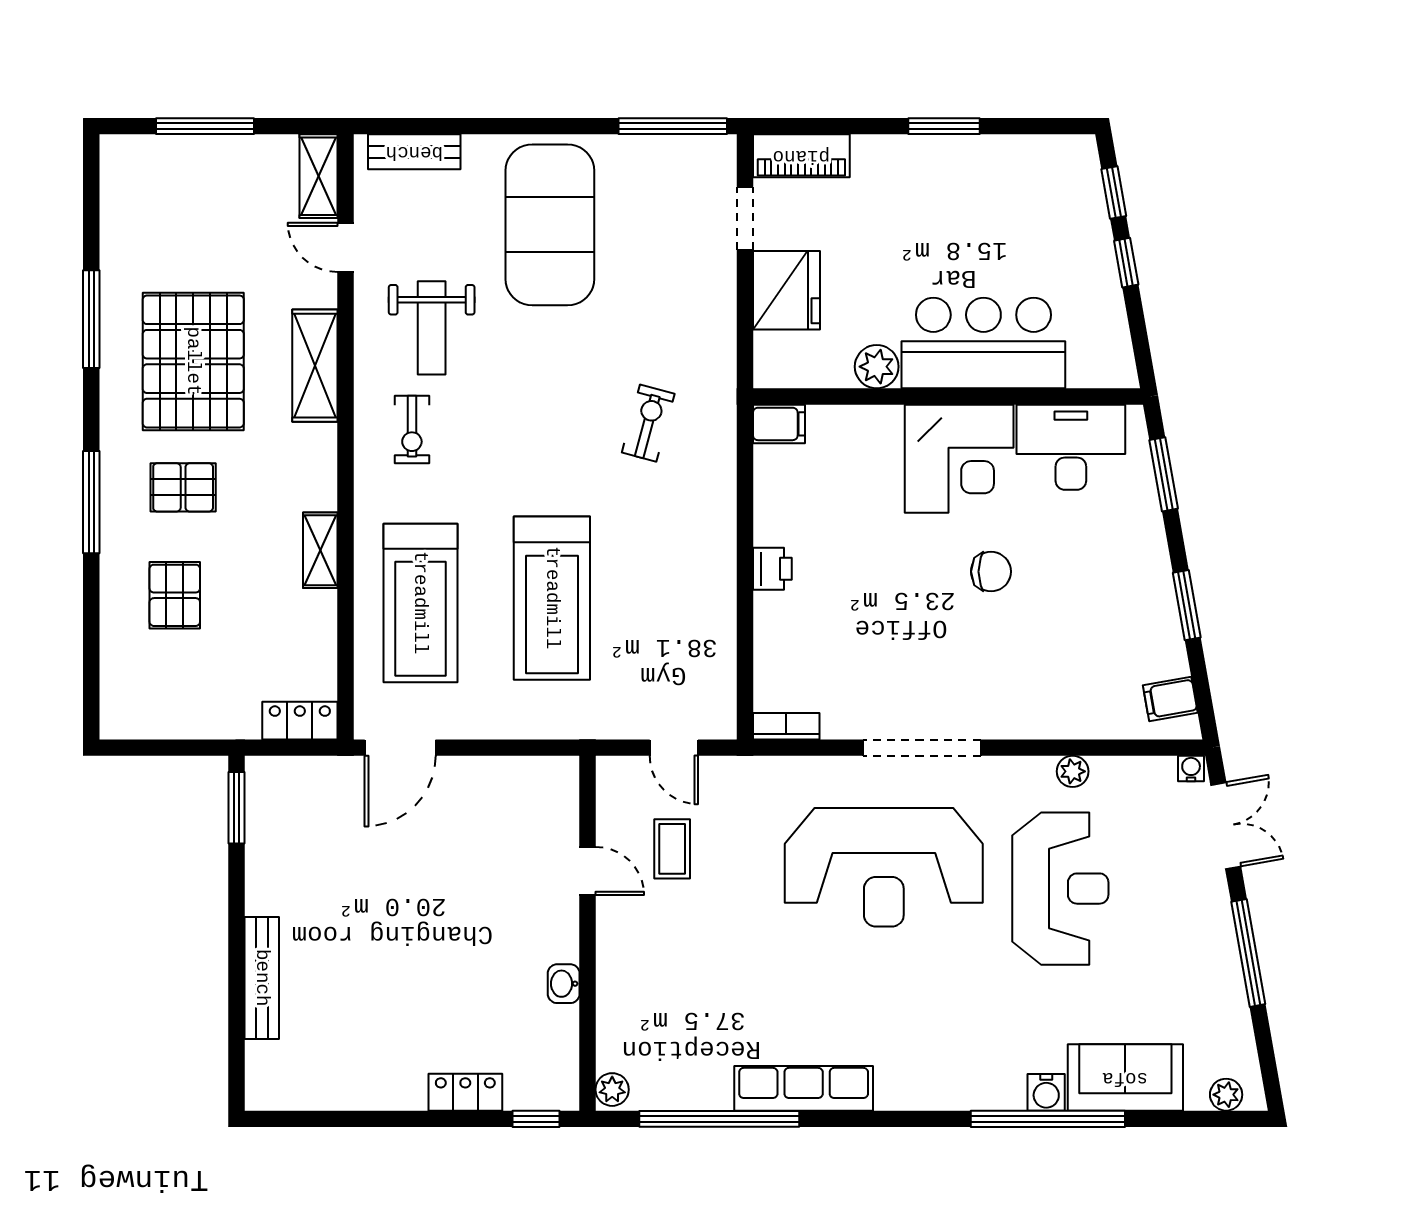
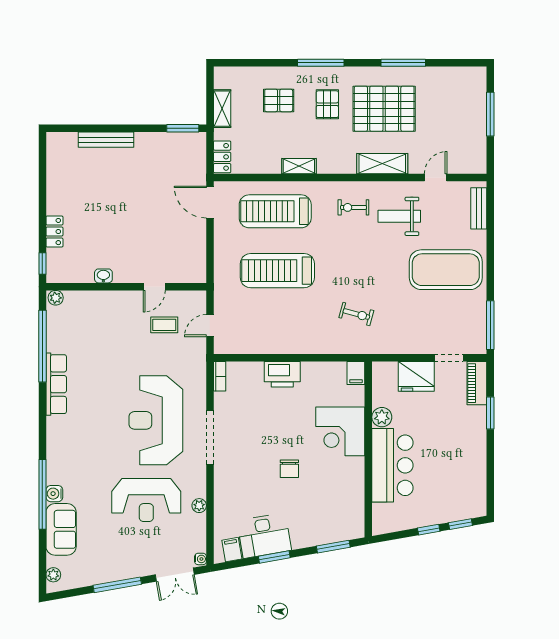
window: (944, 126) -> (490, 413), moved
shelving: (318, 176) -> (222, 109), moved, turned 90
desk: (1071, 447) -> (264, 536), moved, turned 80
corner desk: (959, 459) -> (340, 431), moved
printer: (772, 569) -> (282, 374), width x1.87, depth x1.48

